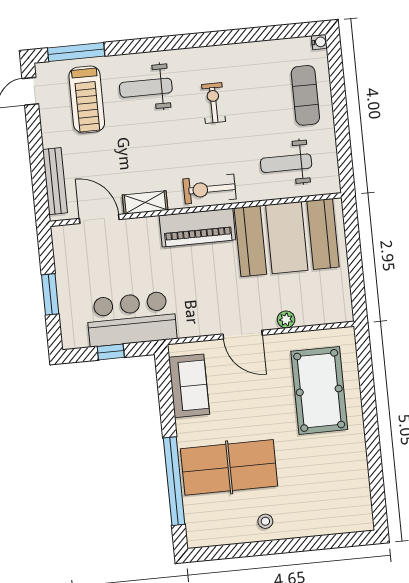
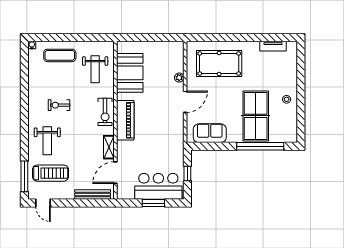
booth: (287, 238) -> (130, 73), width x0.73, depth x0.70
bar counter: (131, 319) -> (158, 186), moved, turned 90
tv unit: (361, 487) -> (273, 46), added

